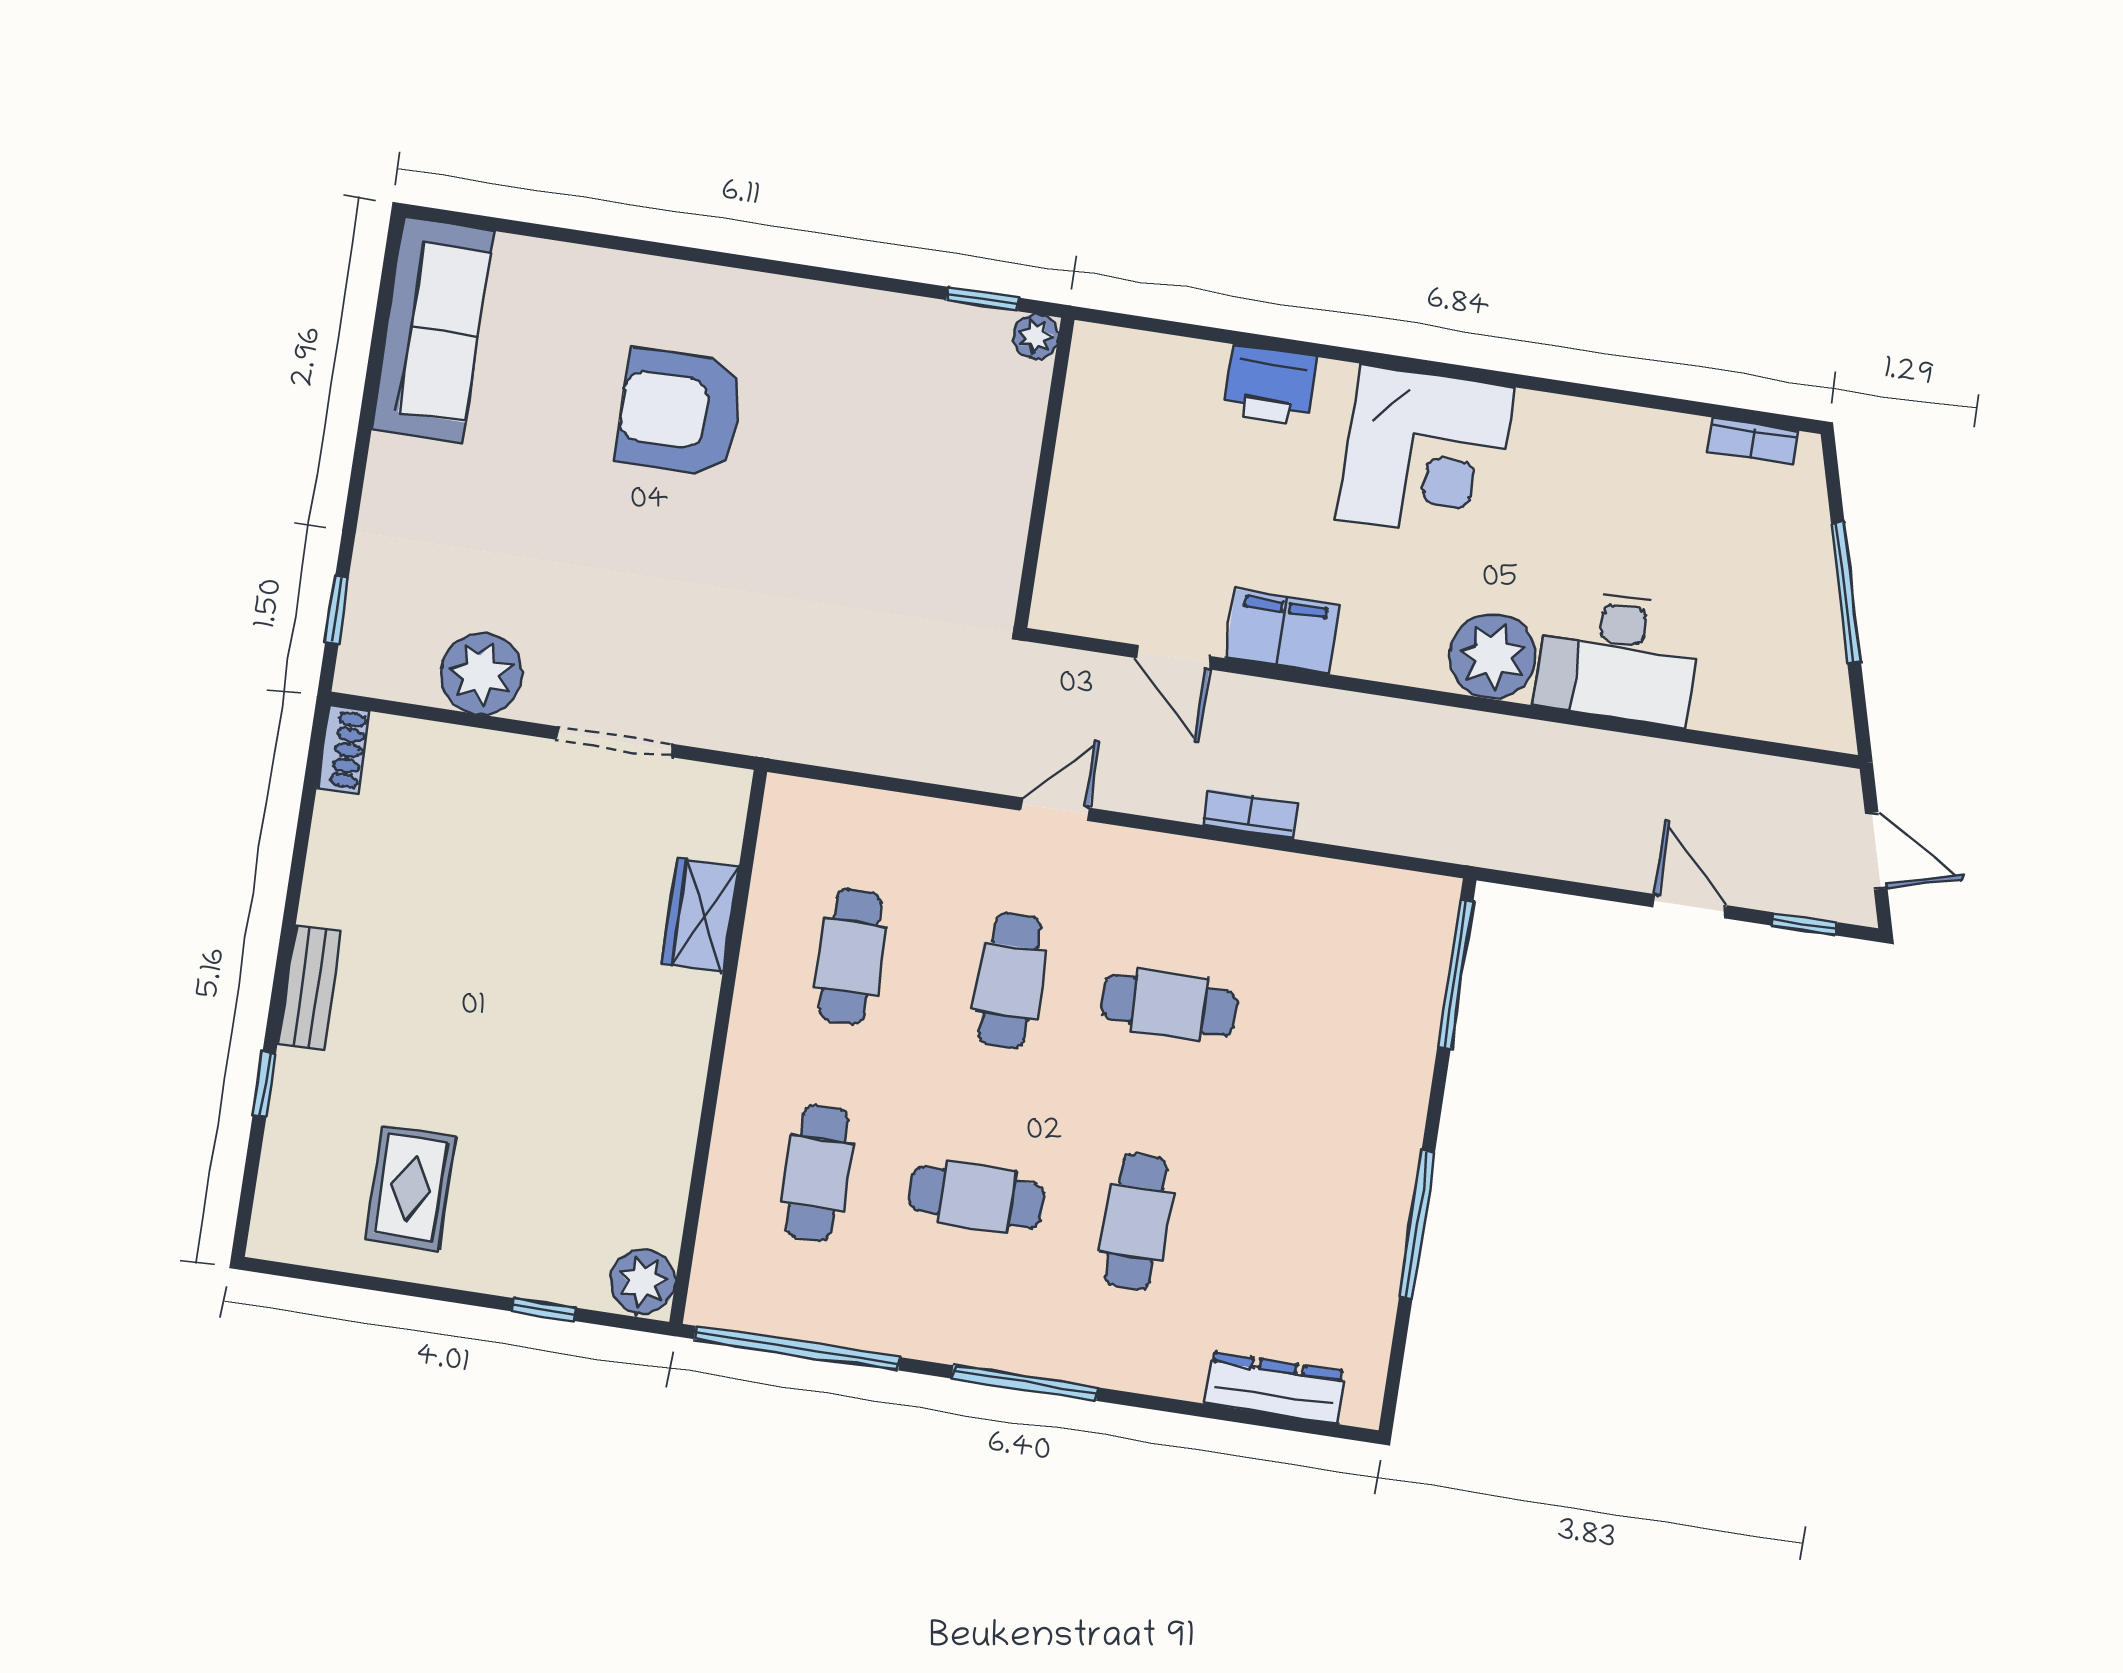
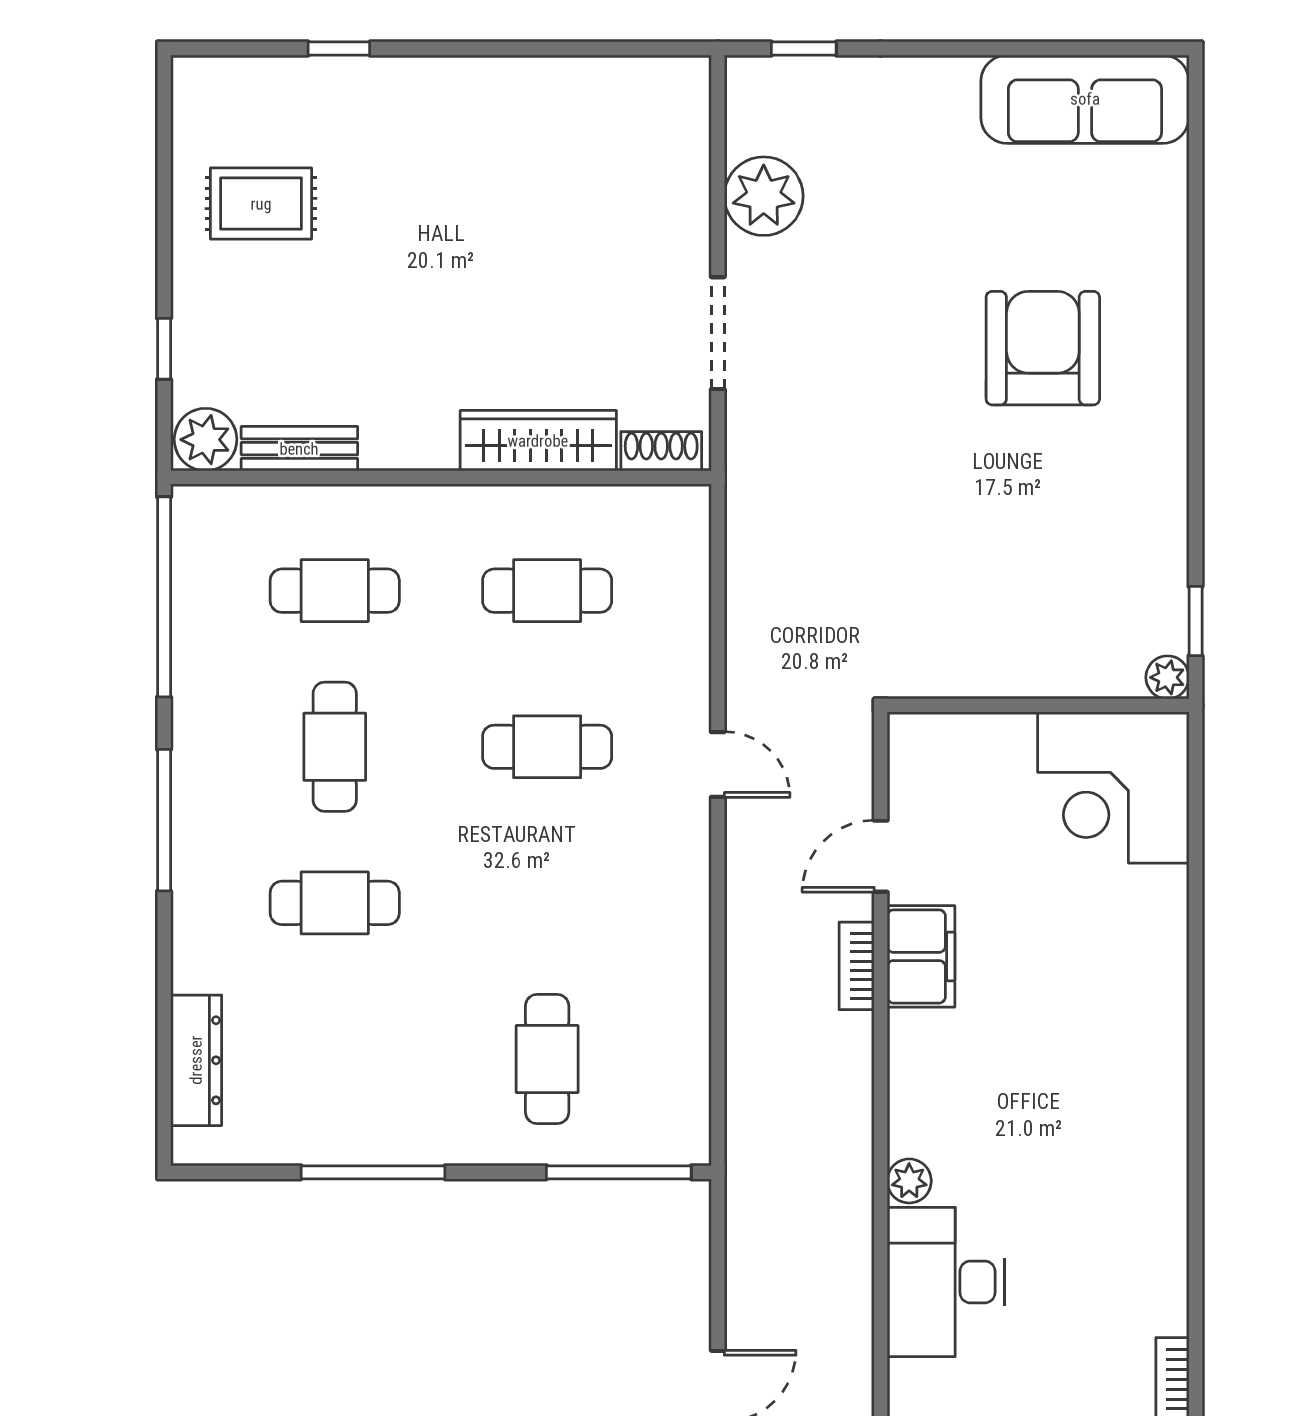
printer: (1270, 386) -> (1155, 909), removed
corner desk: (1426, 453) -> (1113, 788), moved
plant: (1493, 656) -> (909, 1181), width x0.53, depth x0.53
shoe rack: (343, 749) -> (661, 451), moved, turned 180
bookcase: (1250, 814) -> (857, 966), moved, turned 180
wardrobe: (700, 915) -> (538, 441), width x1.50
bench: (309, 988) -> (299, 449), moved
cafe table: (1169, 1005) -> (547, 1059), moved

